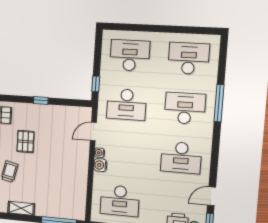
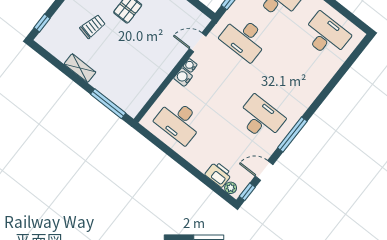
window: (219, 103) -> (292, 135), moved
desk: (185, 108) -> (293, 77), removed
desk: (181, 158) -> (261, 118), turned 180

